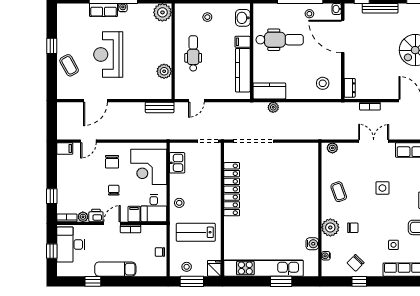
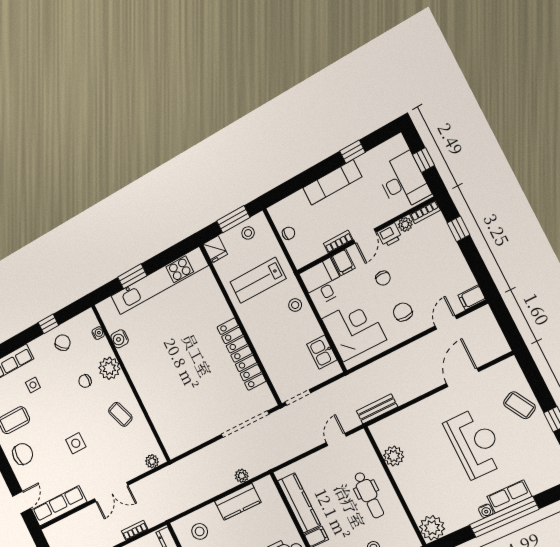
kitchen counter: (269, 91) -> (238, 502), moved
lab bench: (196, 232) -> (258, 280), turned 180

